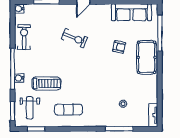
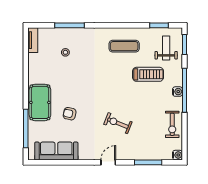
water cooler: (19, 78) -> (177, 92), moved
treadmill: (46, 83) -> (148, 74), turned 180

